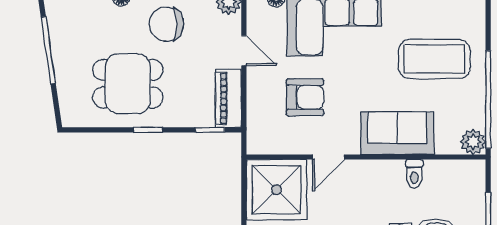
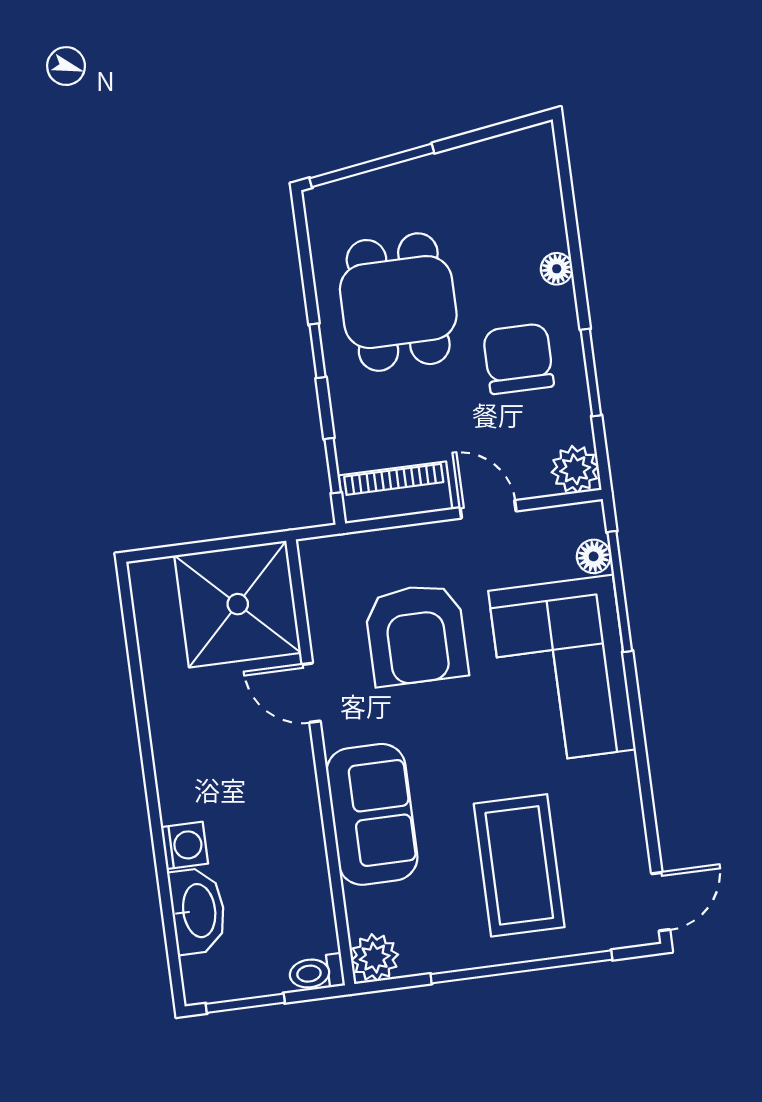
window: (48, 50) -> (372, 165), moved
door: (244, 51) -> (488, 509), swing flipped
armchair: (305, 97) -> (416, 635), width x1.36, depth x1.36
window: (488, 100) -> (521, 967), moved
toilet: (414, 174) -> (316, 973), moved

